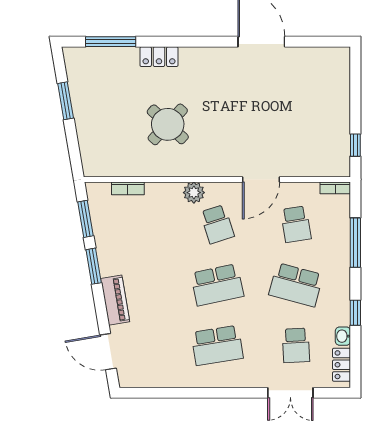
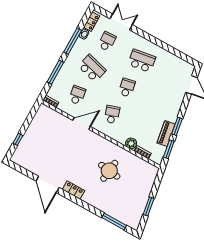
locker: (159, 57) -> (73, 190), moved
round table: (168, 124) -> (109, 171), turned -36
window: (355, 145) -> (18, 139), moved
plant: (194, 193) -> (131, 143), moved
school desk: (217, 285) -> (127, 88), width x0.54
piano: (115, 300) -> (166, 134), moved
window: (355, 313) -> (73, 41), width x2.17

